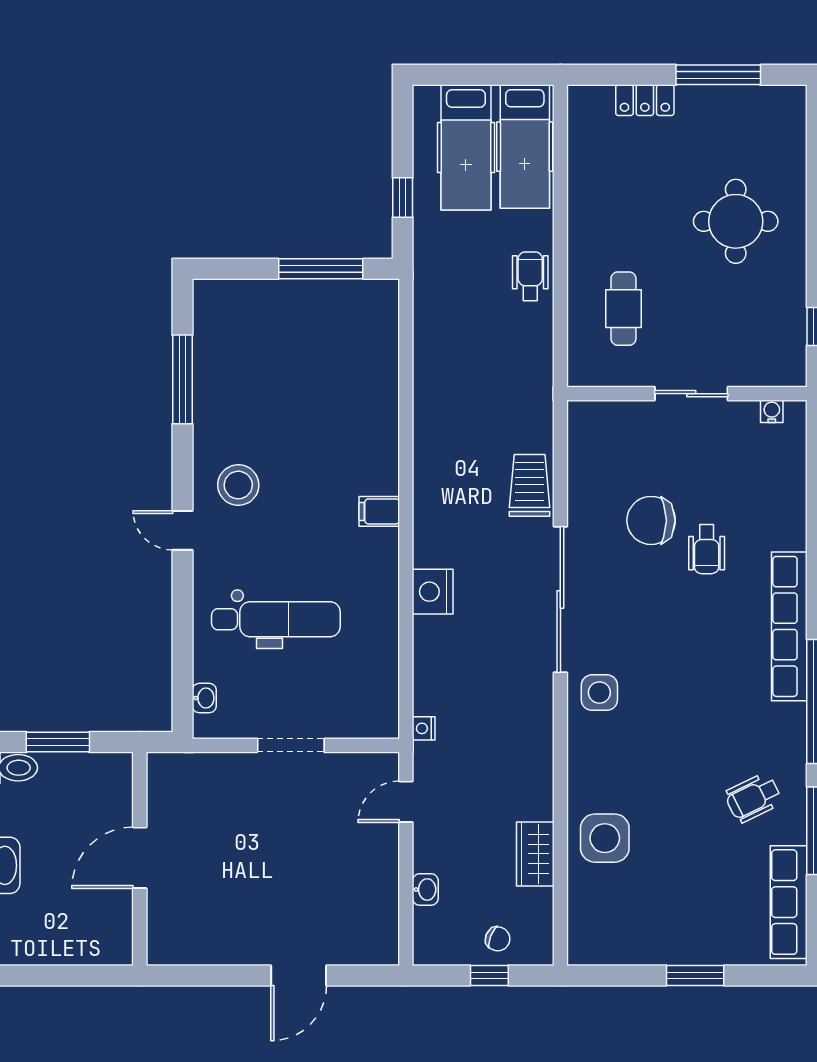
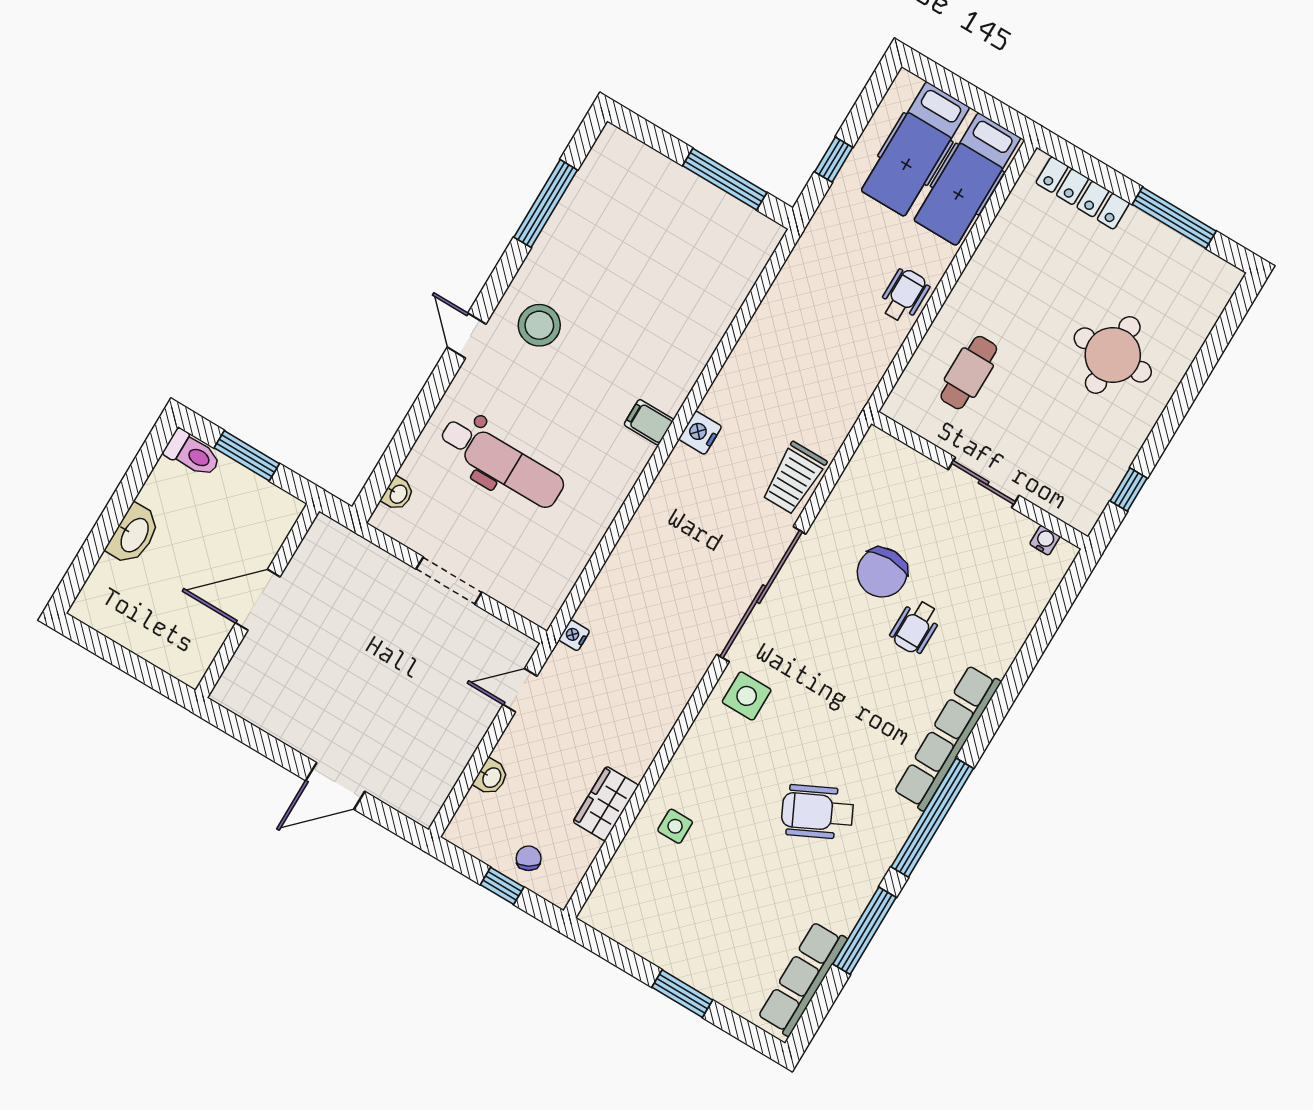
locker: (645, 100) -> (1083, 193), width x1.53
trolley: (530, 485) -> (794, 478), turned 180
chair: (651, 520) -> (882, 572), turned -90
nightstand: (433, 592) -> (700, 433), moved, width x0.74, depth x0.75
wheelchair: (753, 798) -> (817, 812), moved, width x1.36, depth x1.37
side table: (605, 838) -> (675, 826), width x0.54, depth x0.54
chair: (498, 939) -> (529, 858), turned -141

